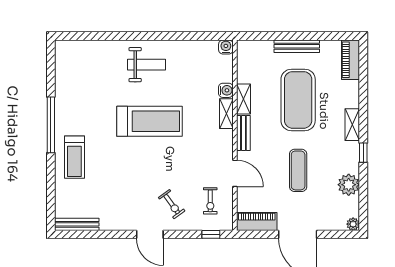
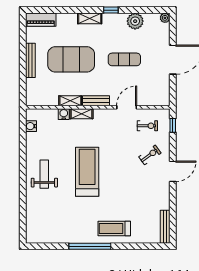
water cooler: (226, 47) -> (31, 126), moved
treadmill: (74, 157) -> (114, 228), turned 180
piano: (257, 222) -> (163, 91), removed

